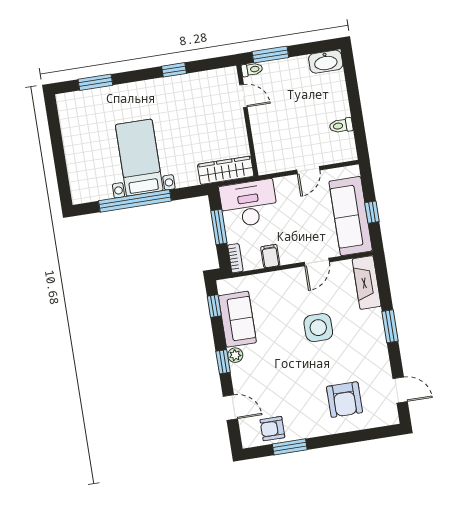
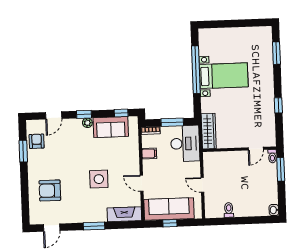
washbasin: (326, 62) -> (274, 210), width x0.52, depth x0.69

